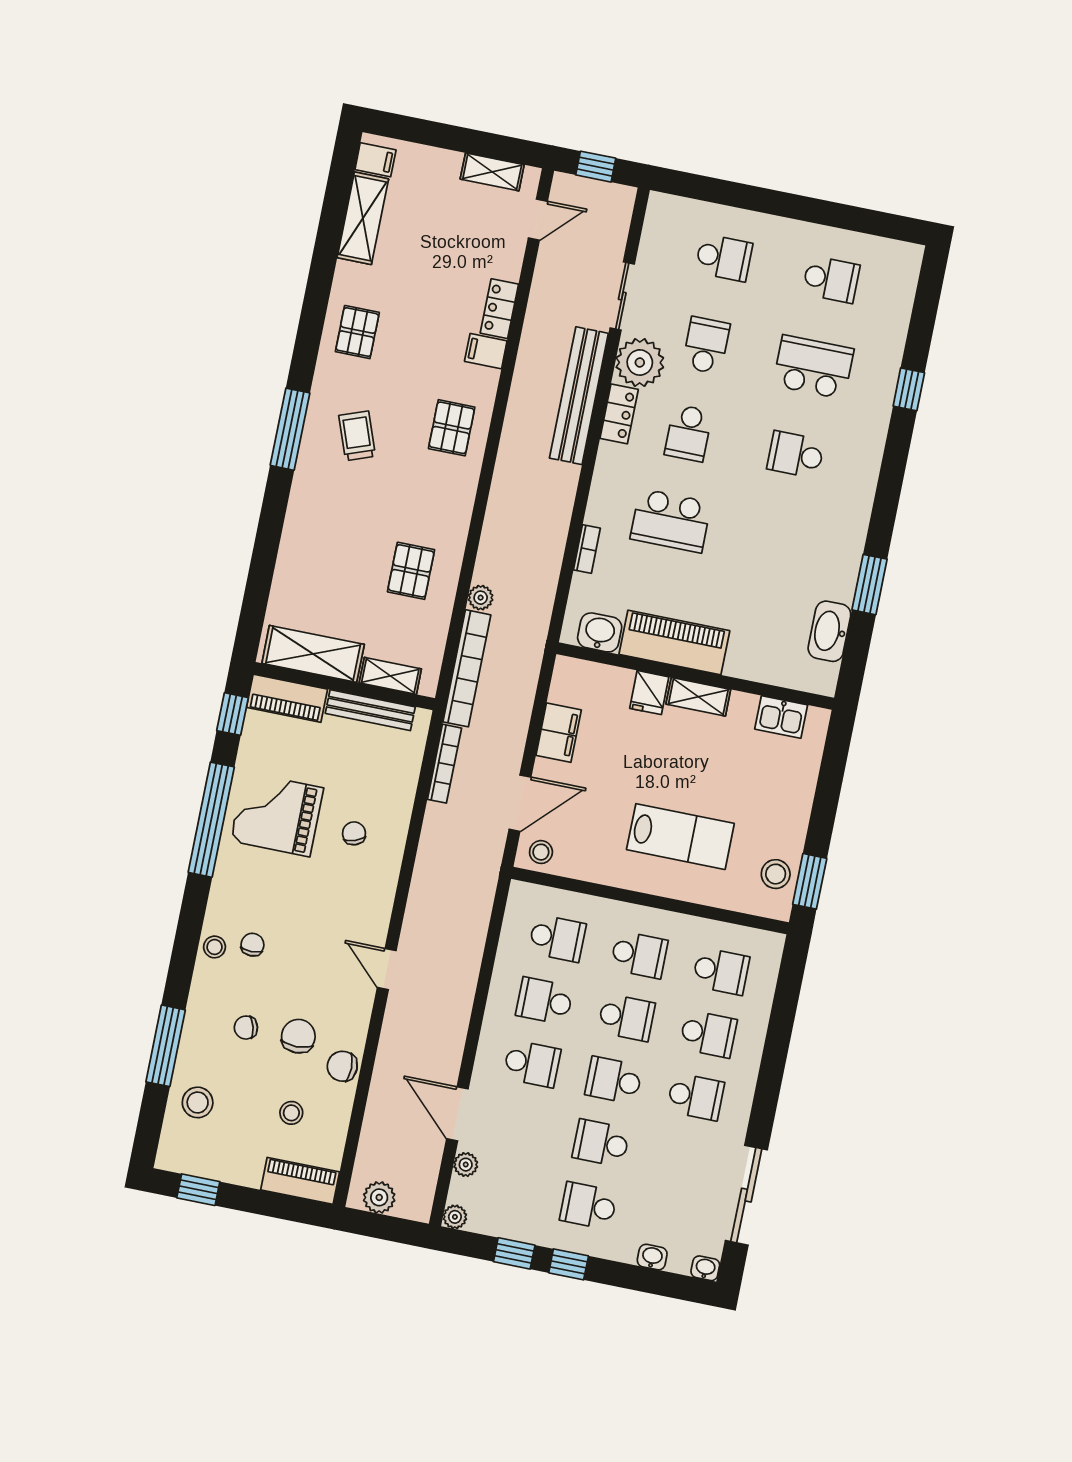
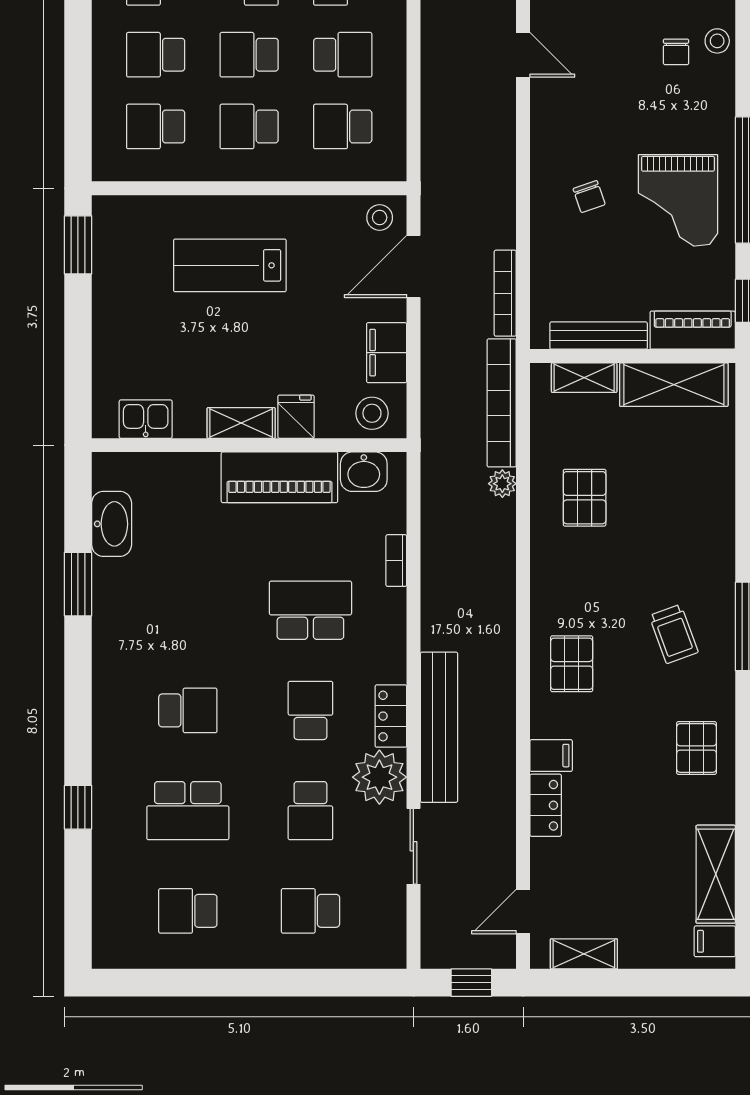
grand piano: (277, 814) -> (678, 200), turned 90
stool: (776, 874) -> (372, 413), moved

